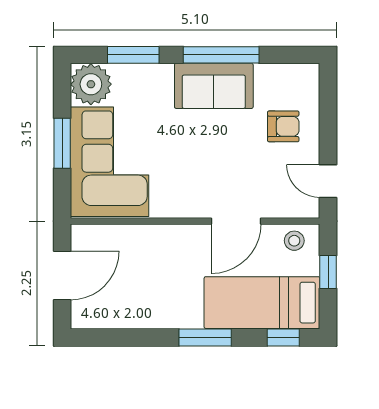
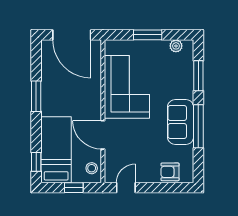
plant: (91, 84) -> (176, 46), width x0.53, depth x0.53
armchair: (283, 126) -> (170, 172), moved, turned 90
corner sofa: (109, 162) -> (127, 87), moved, turned -90
door: (62, 275) -> (72, 35), width x1.36
window: (205, 337) -> (36, 96), moved

